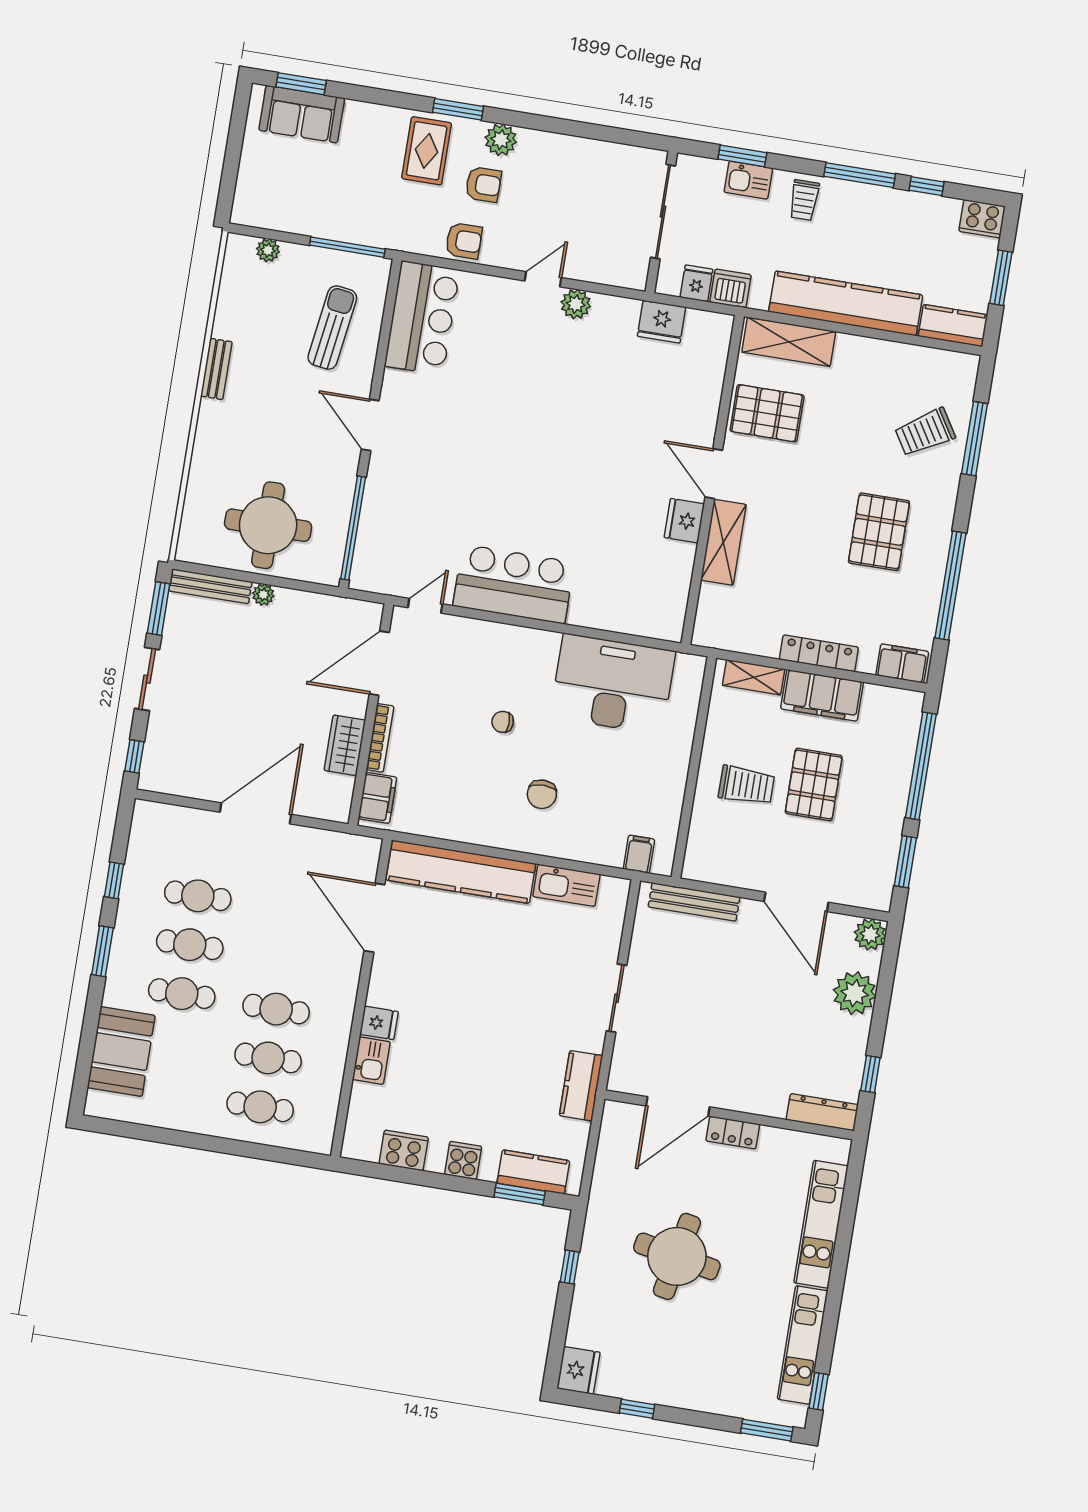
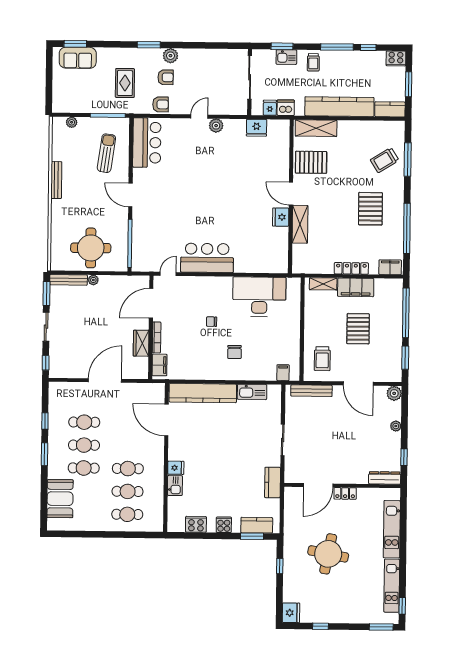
rug: (427, 151) -> (125, 83), moved
bench: (216, 369) -> (56, 180), width x1.36
trolley: (746, 785) -> (322, 359), moved, turned 90
plant: (855, 993) -> (396, 426), width x0.53, depth x0.53

